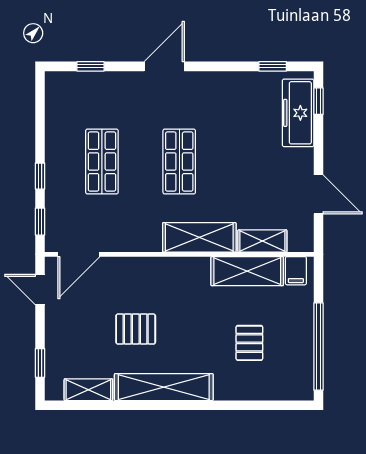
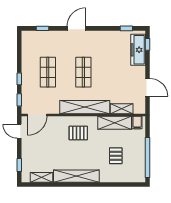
shelving: (199, 237) -> (85, 107), width x1.47
pallet: (136, 329) -> (78, 133), moved

